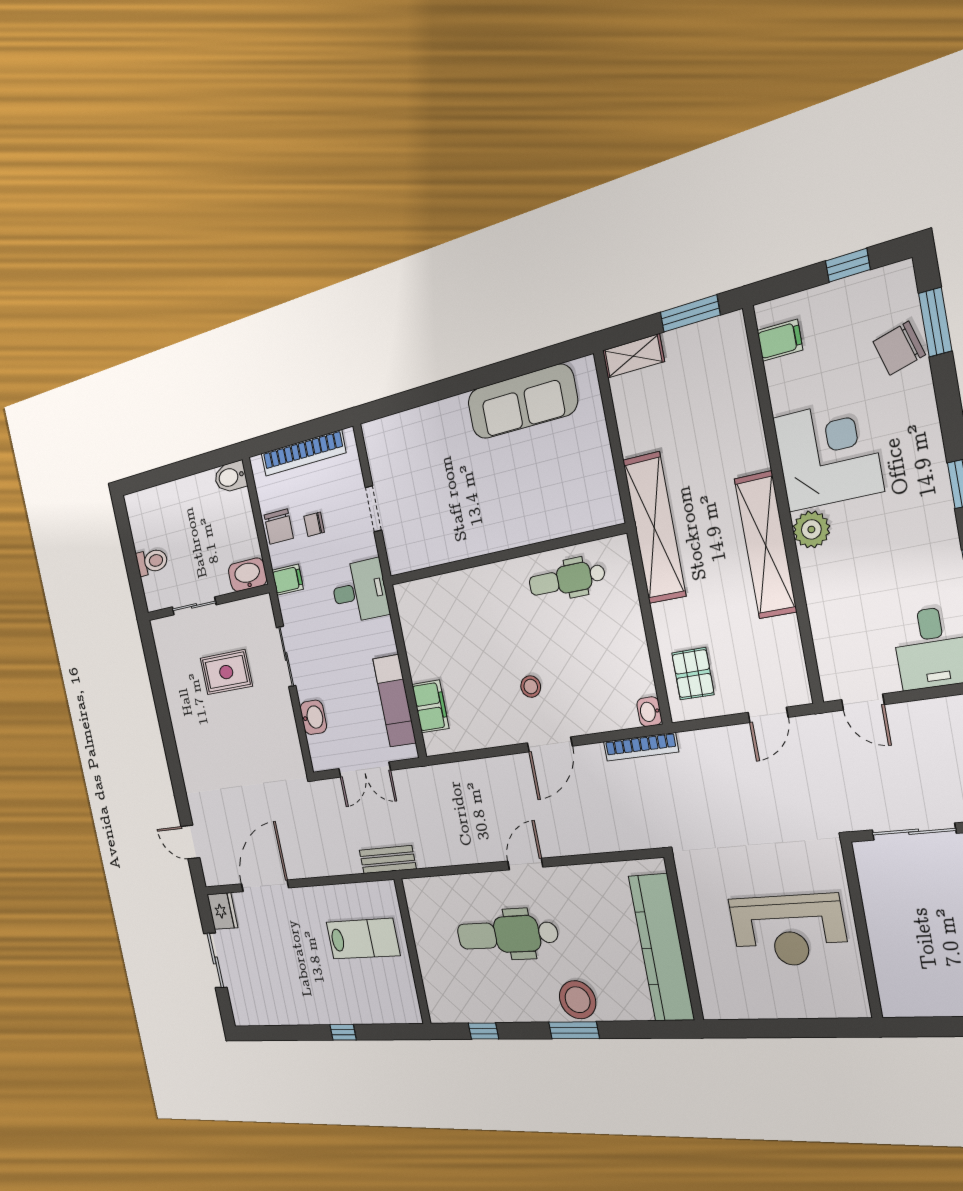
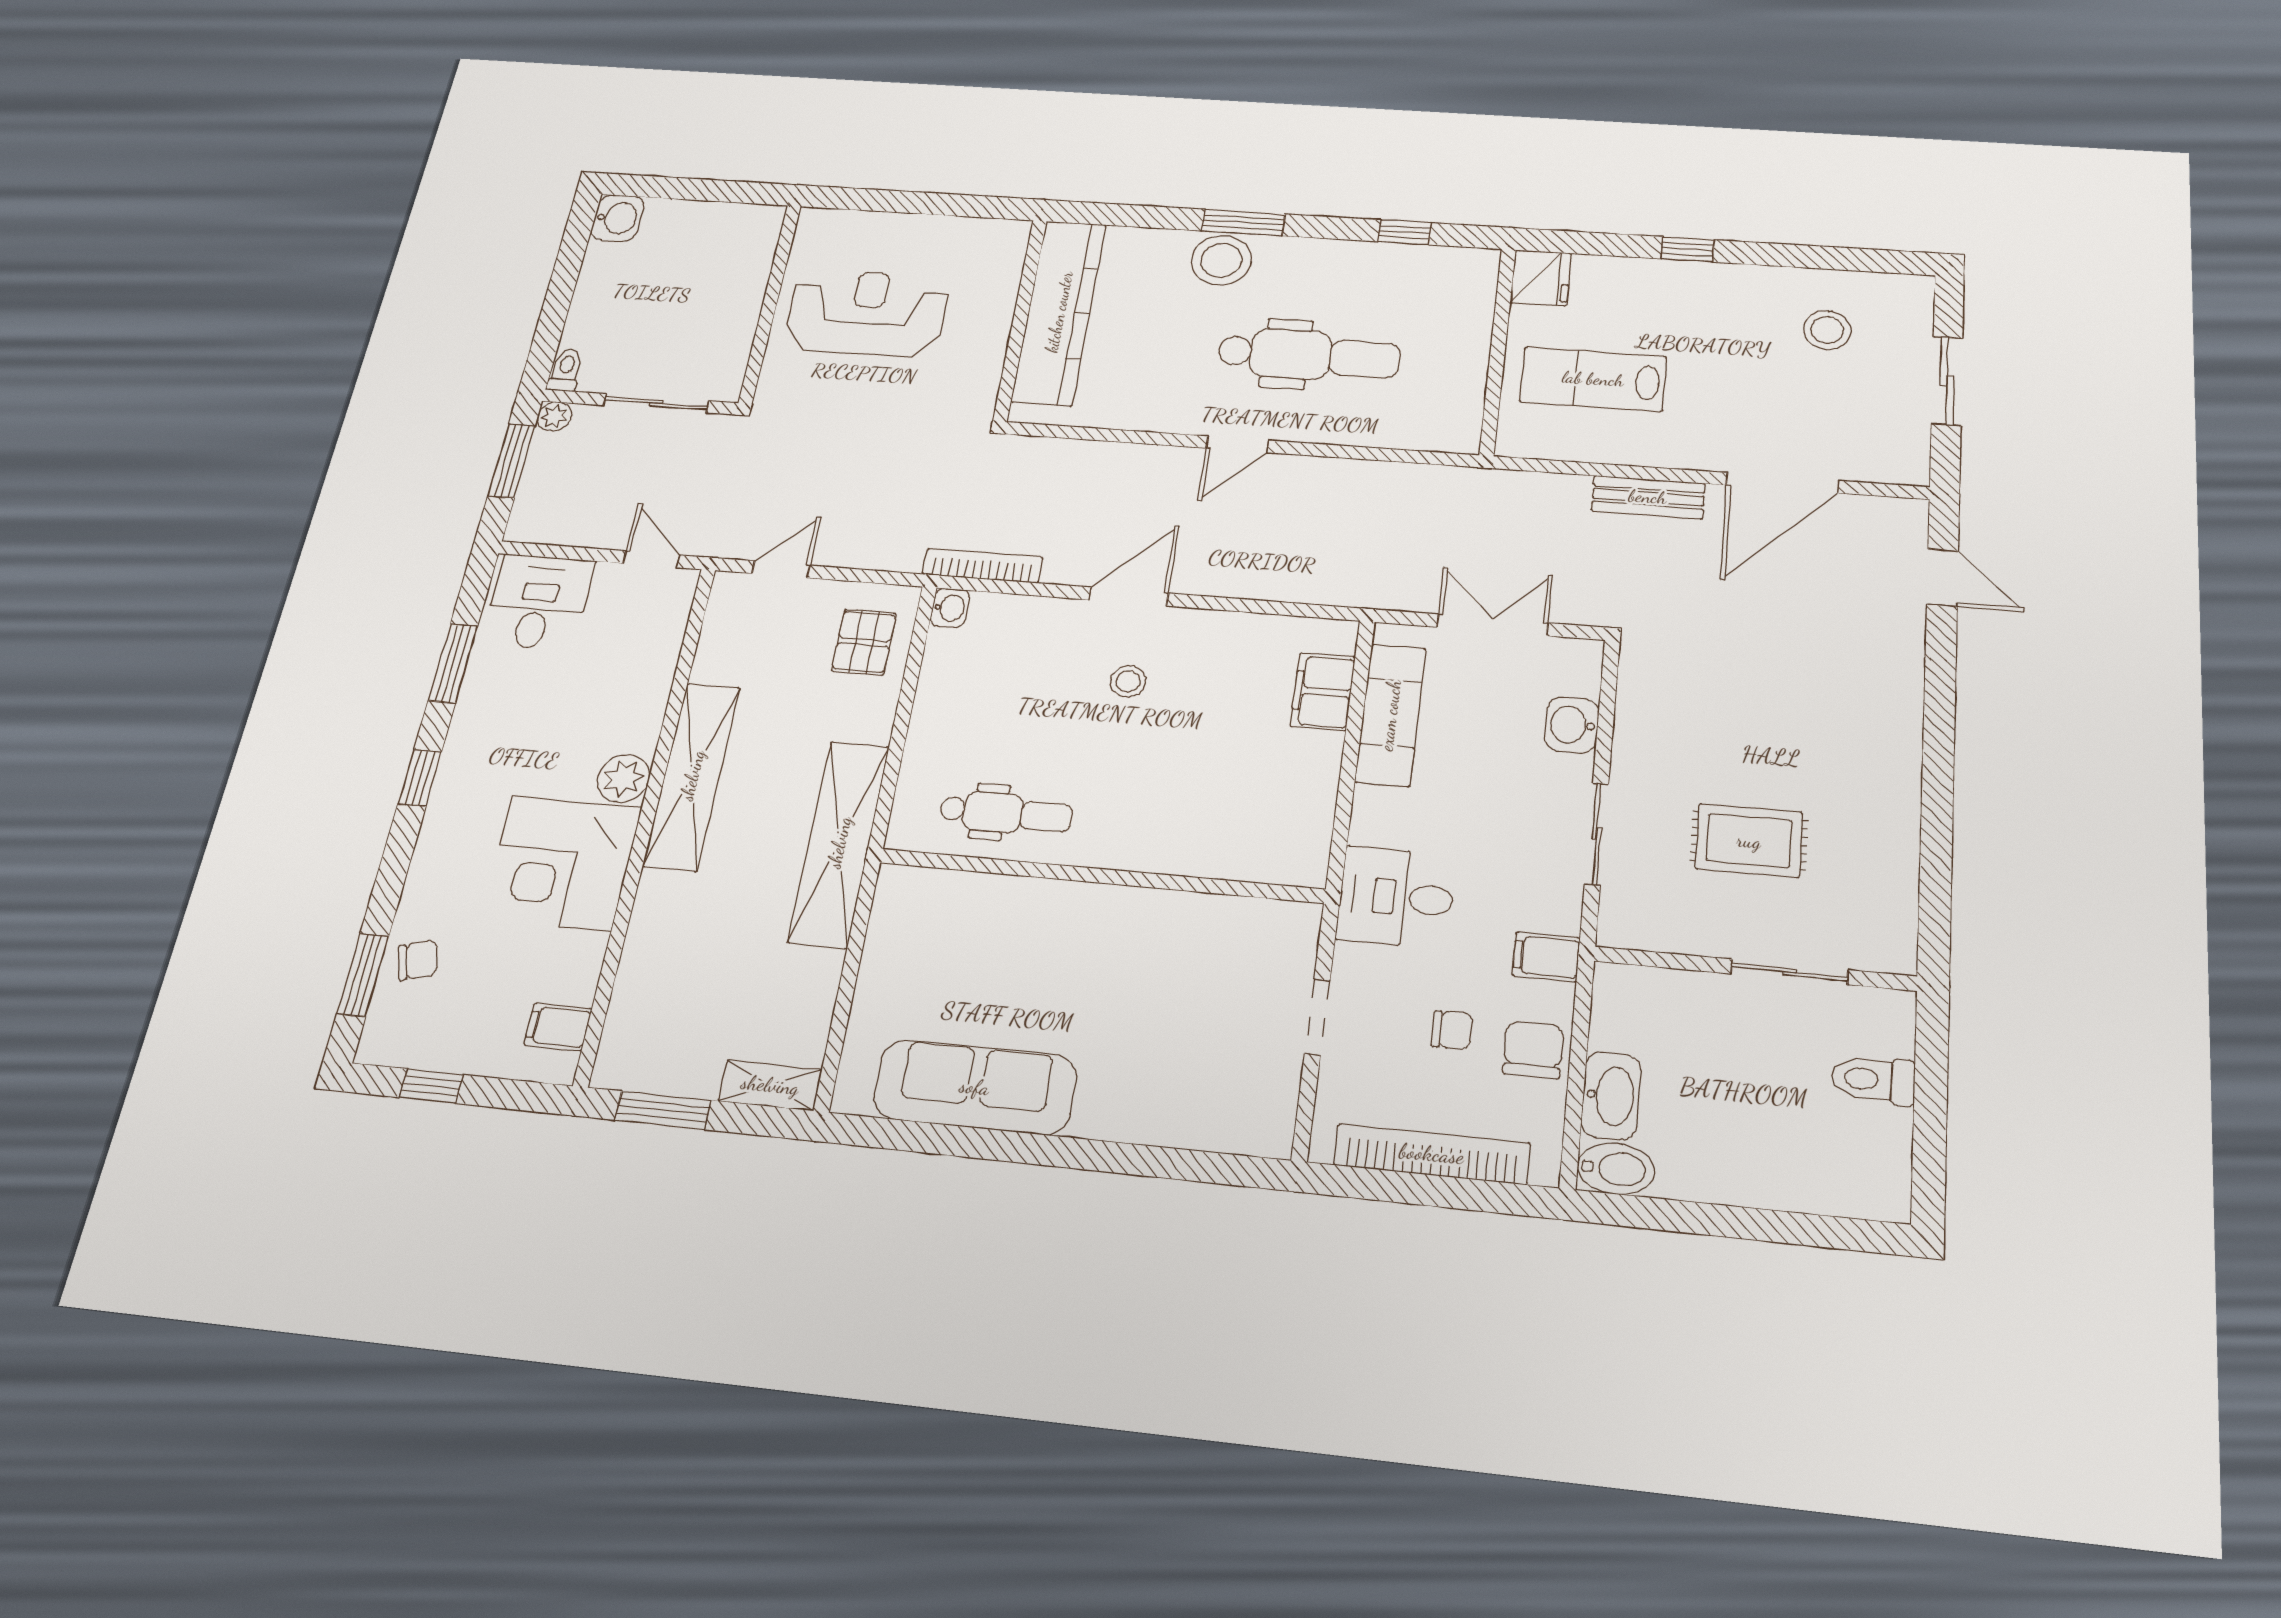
chair: (899, 348) -> (418, 960), width x0.73, depth x0.73
washbasin: (248, 575) -> (1611, 1096), moved, turned -90
bench: (388, 860) -> (1648, 497), moved
fridge: (222, 911) -> (1541, 278), moved, turned 180
stool: (270, 986) -> (1827, 330), added

